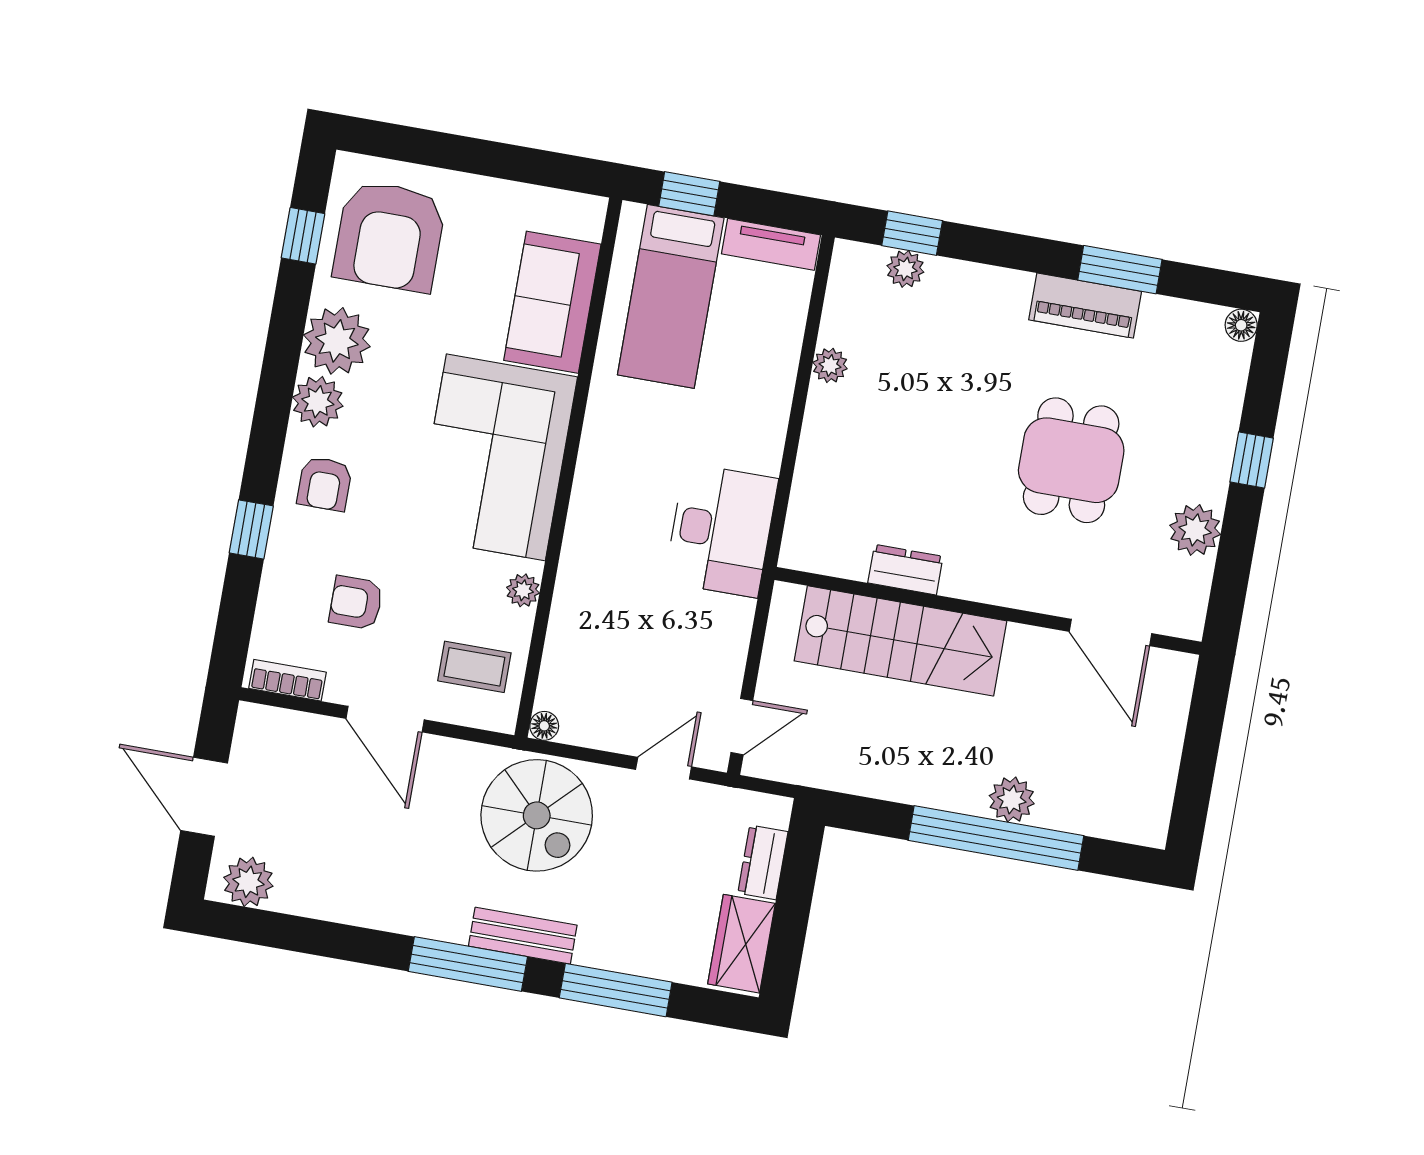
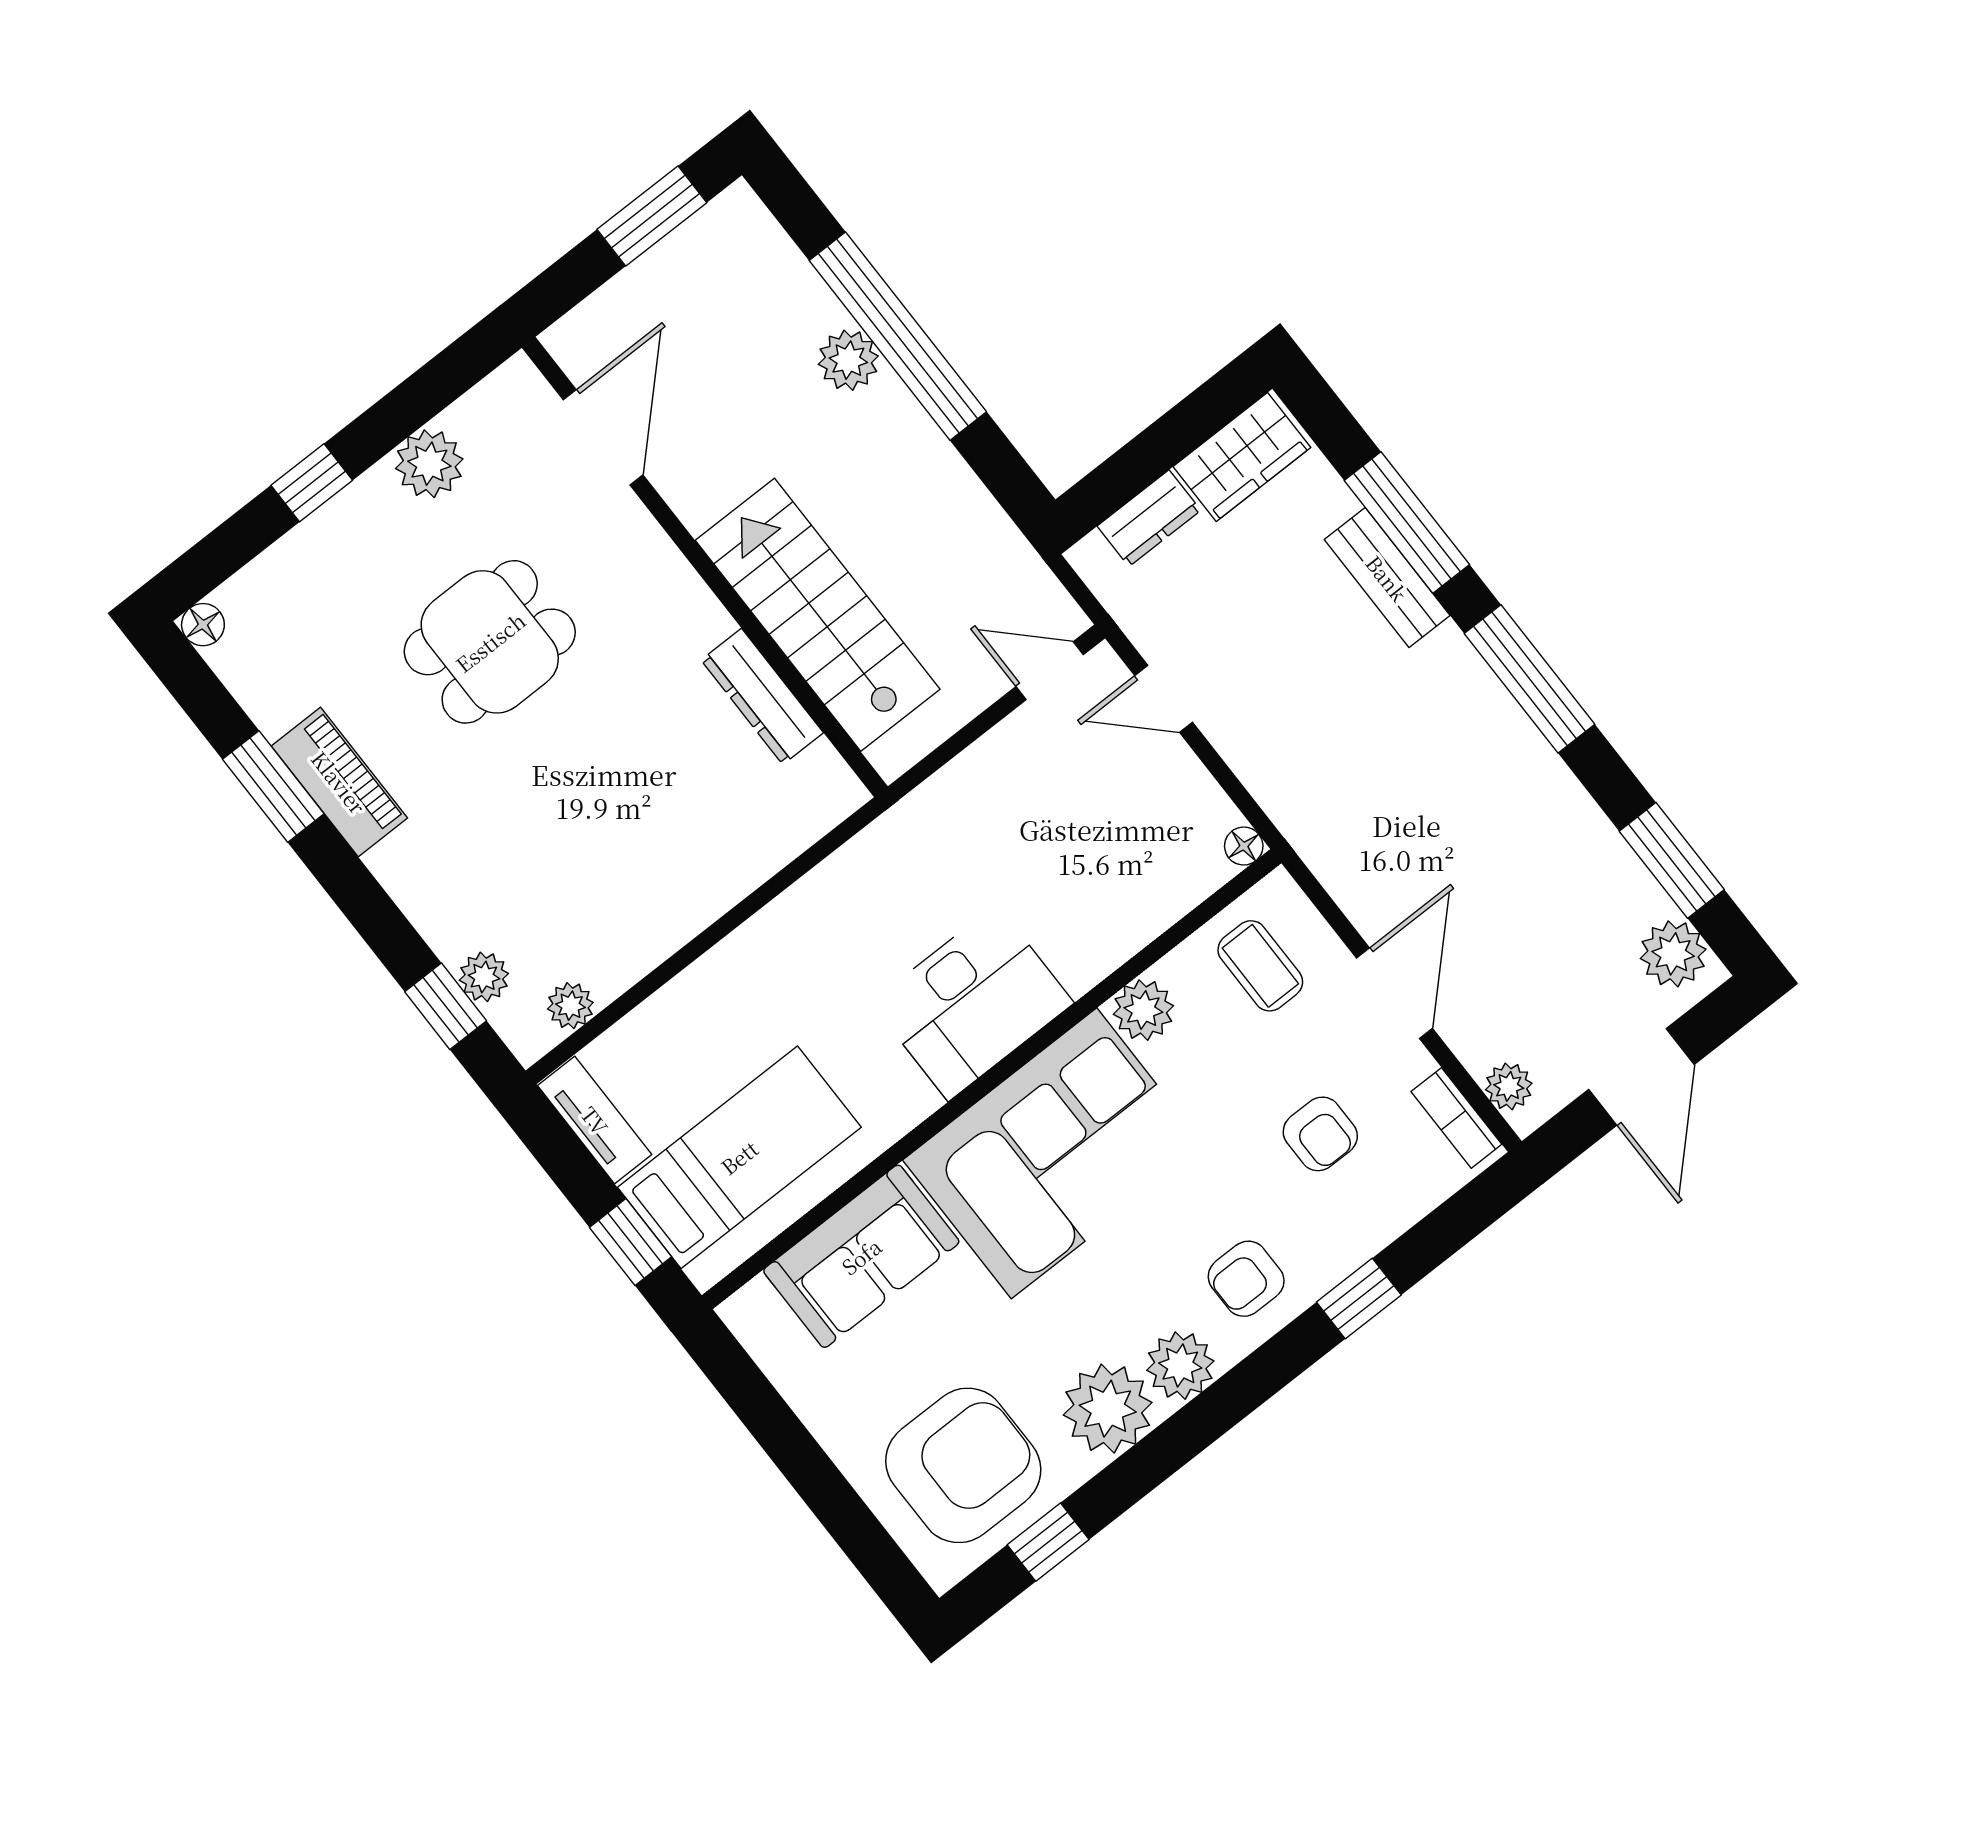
plant: (830, 365) -> (570, 1006), moved
armchair: (325, 484) -> (1246, 1279), turned 180
desk: (721, 530) -> (972, 1003), moved, turned 180
dresser: (905, 570) -> (762, 696), width x1.44
plant: (523, 590) -> (1143, 1010), width x1.38, depth x1.38
plant: (274, 724) -> (1509, 1086), added
window: (1195, 782) -> (652, 216), added
spiral stairs: (537, 815) -> (1330, 764), removed
window: (296, 934) -> (1672, 860), added
bench: (523, 936) -> (1387, 578), moved

